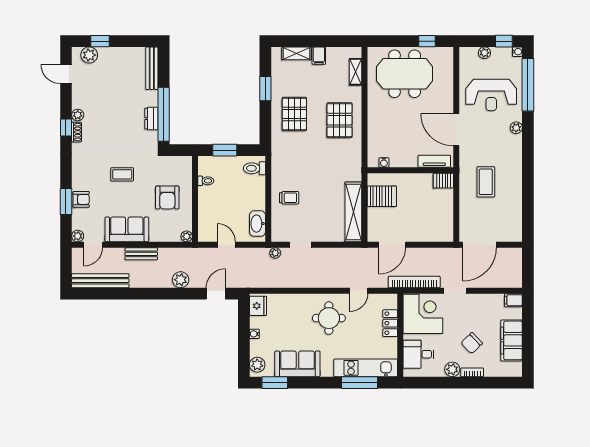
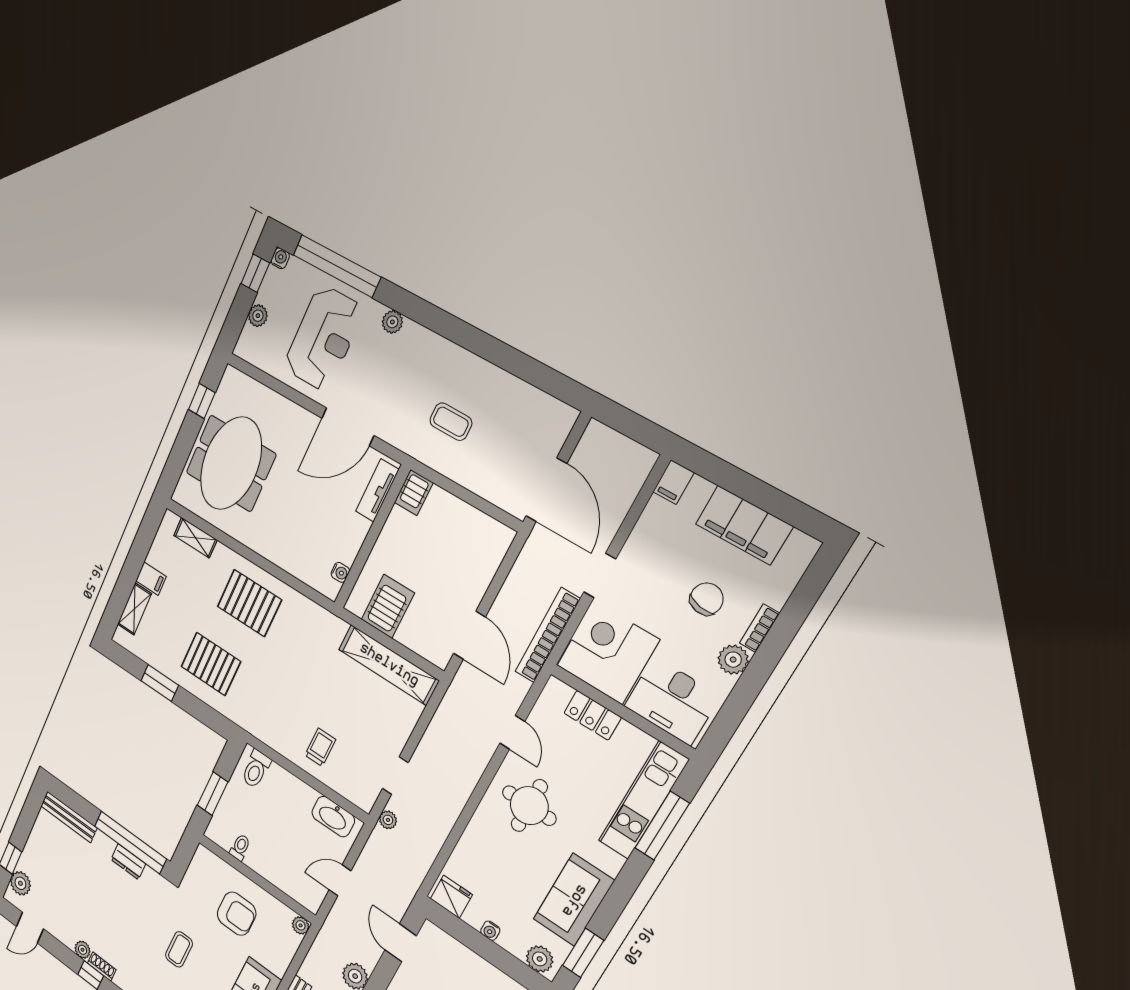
coffee table: (486, 182) -> (451, 422), width x0.73, depth x0.77
chair: (472, 343) -> (707, 599), turned -126
desk: (418, 354) -> (672, 701), width x1.37

